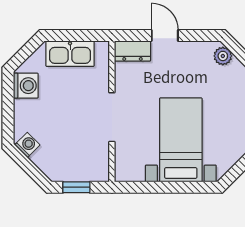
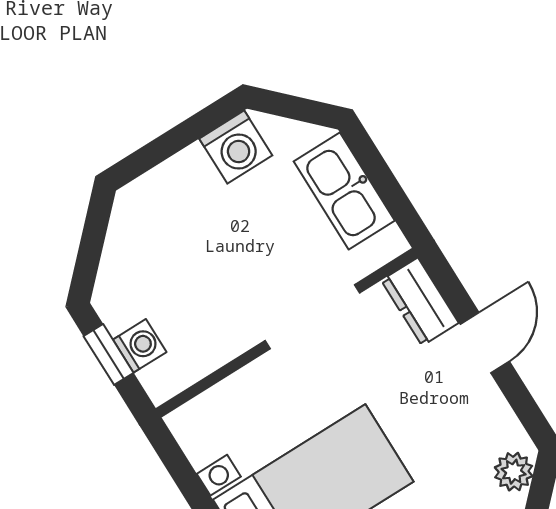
doorway: (112, 117) -> (312, 317), moved
washing machine: (27, 145) -> (140, 346), moved, turned -45

